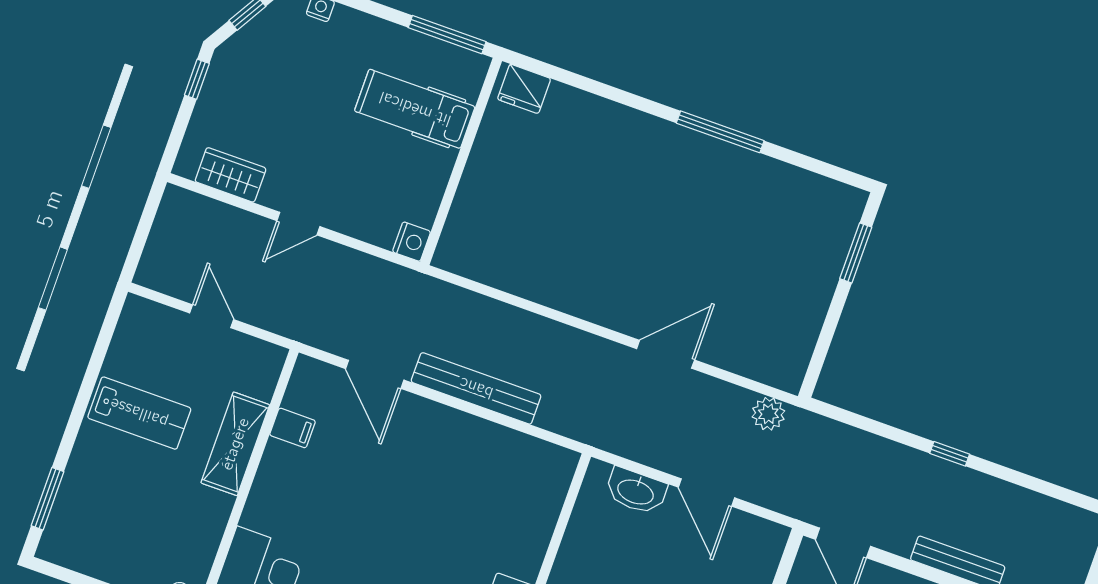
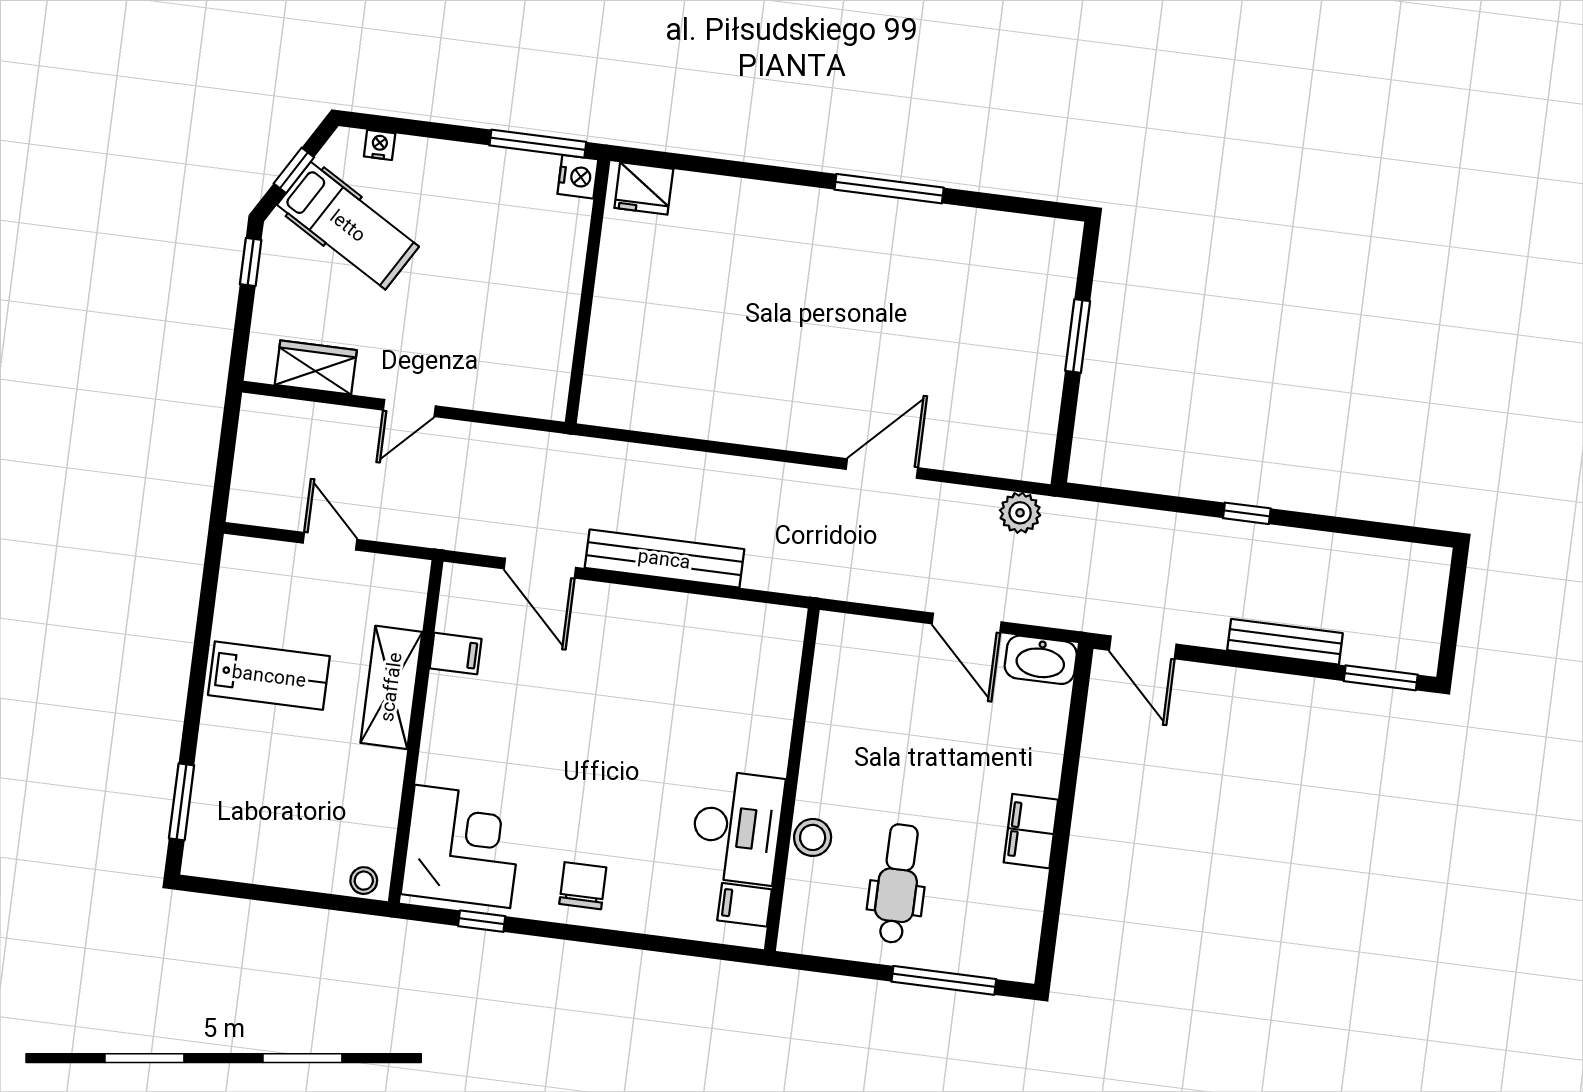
hospital bed: (415, 109) -> (348, 226), moved, turned -149
nightstand: (412, 242) -> (578, 177), moved
window: (856, 253) -> (1078, 336), moved
washbasin: (636, 491) -> (1041, 660), moved

